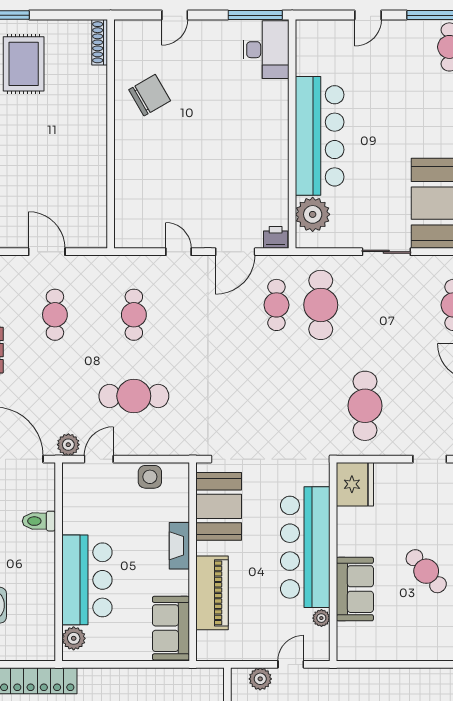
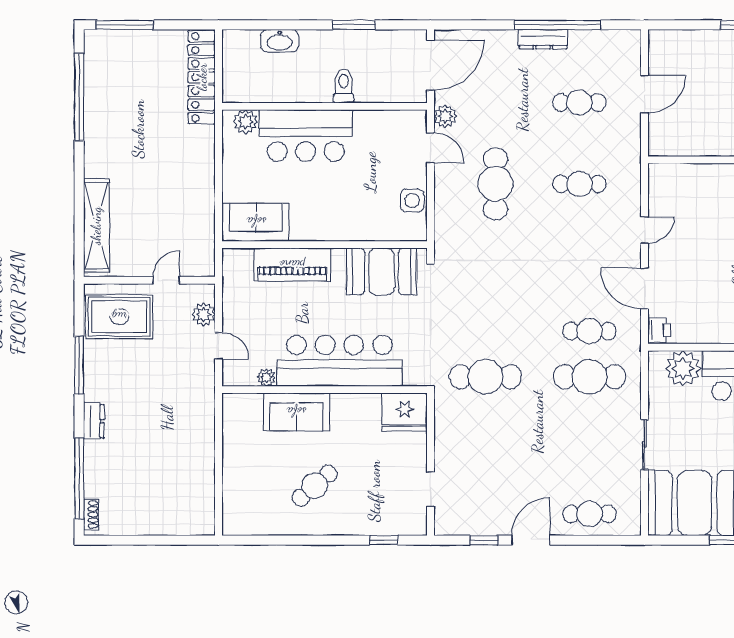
cafe table: (365, 406) -> (485, 377), moved
toilet: (39, 521) -> (344, 86), moved
fireplace: (179, 546) -> (341, 231), removed

